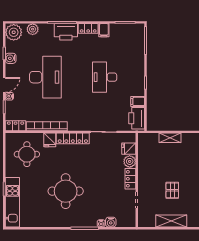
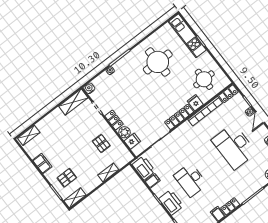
printer: (66, 32) -> (171, 202), moved, turned 90
desk: (105, 77) -> (191, 180), turned 180
pallet: (172, 190) -> (101, 143), moved
round table: (66, 191) -> (158, 62), moved
shelving: (171, 221) -> (73, 102), moved
water cooler: (111, 222) -> (89, 88), moved

